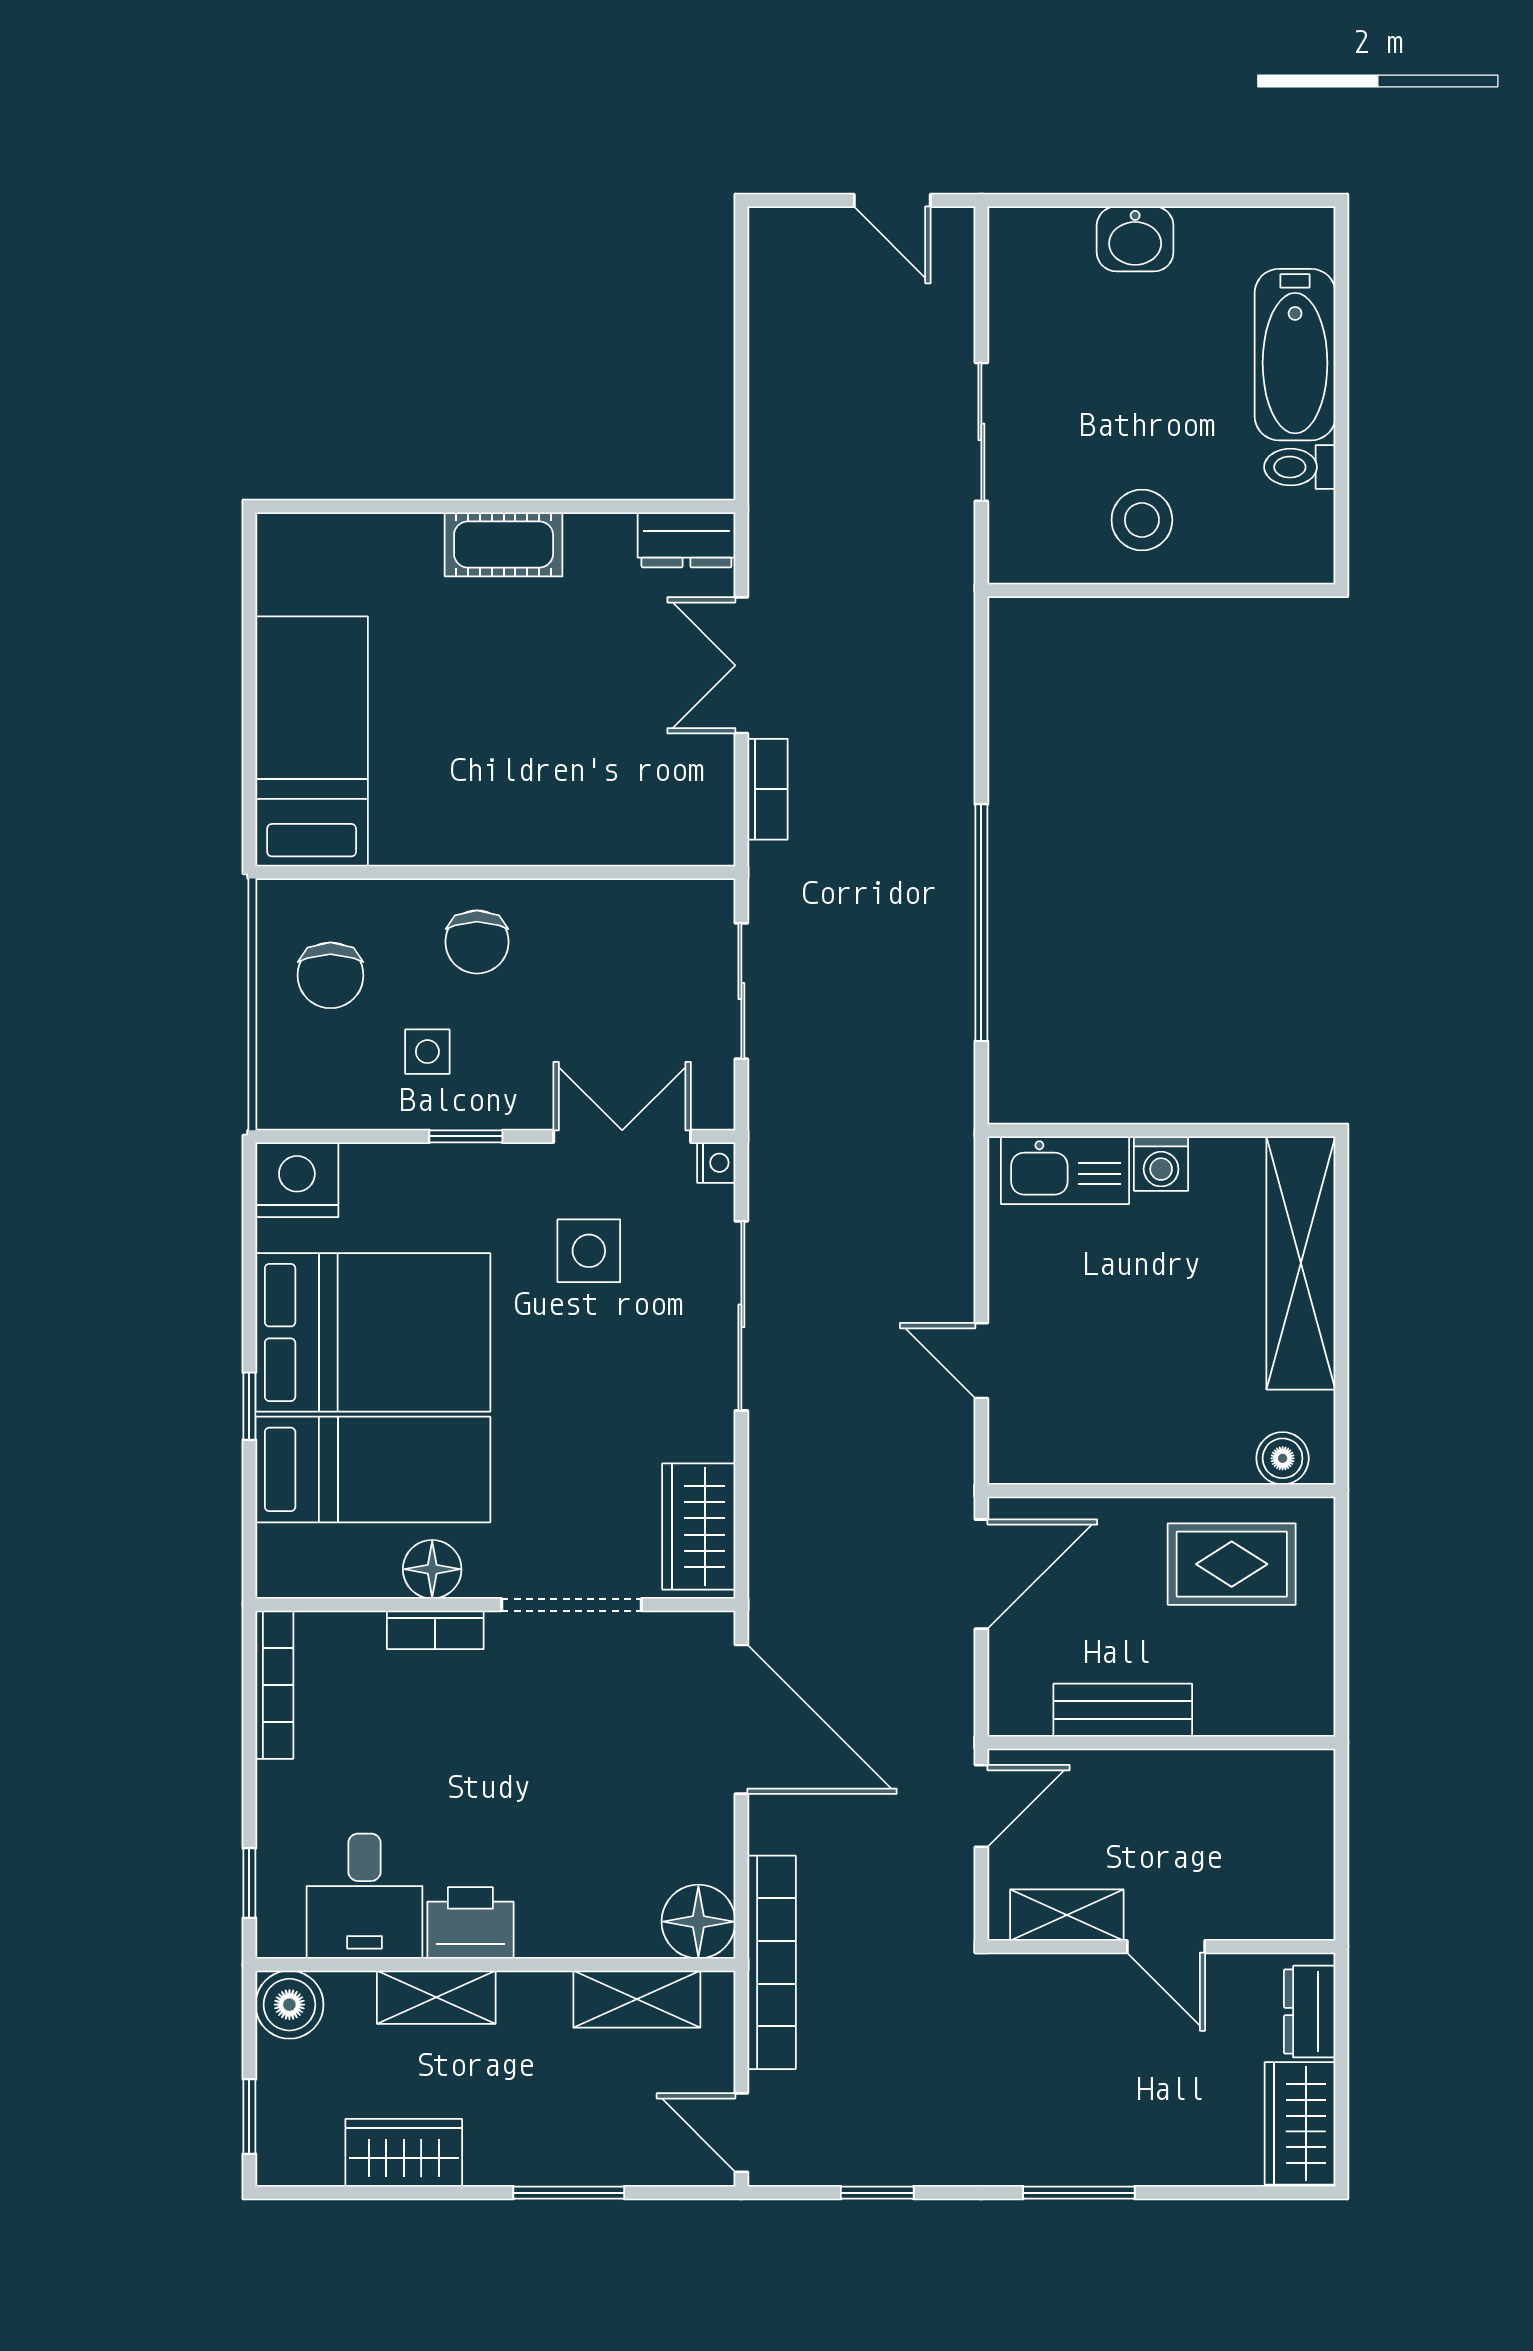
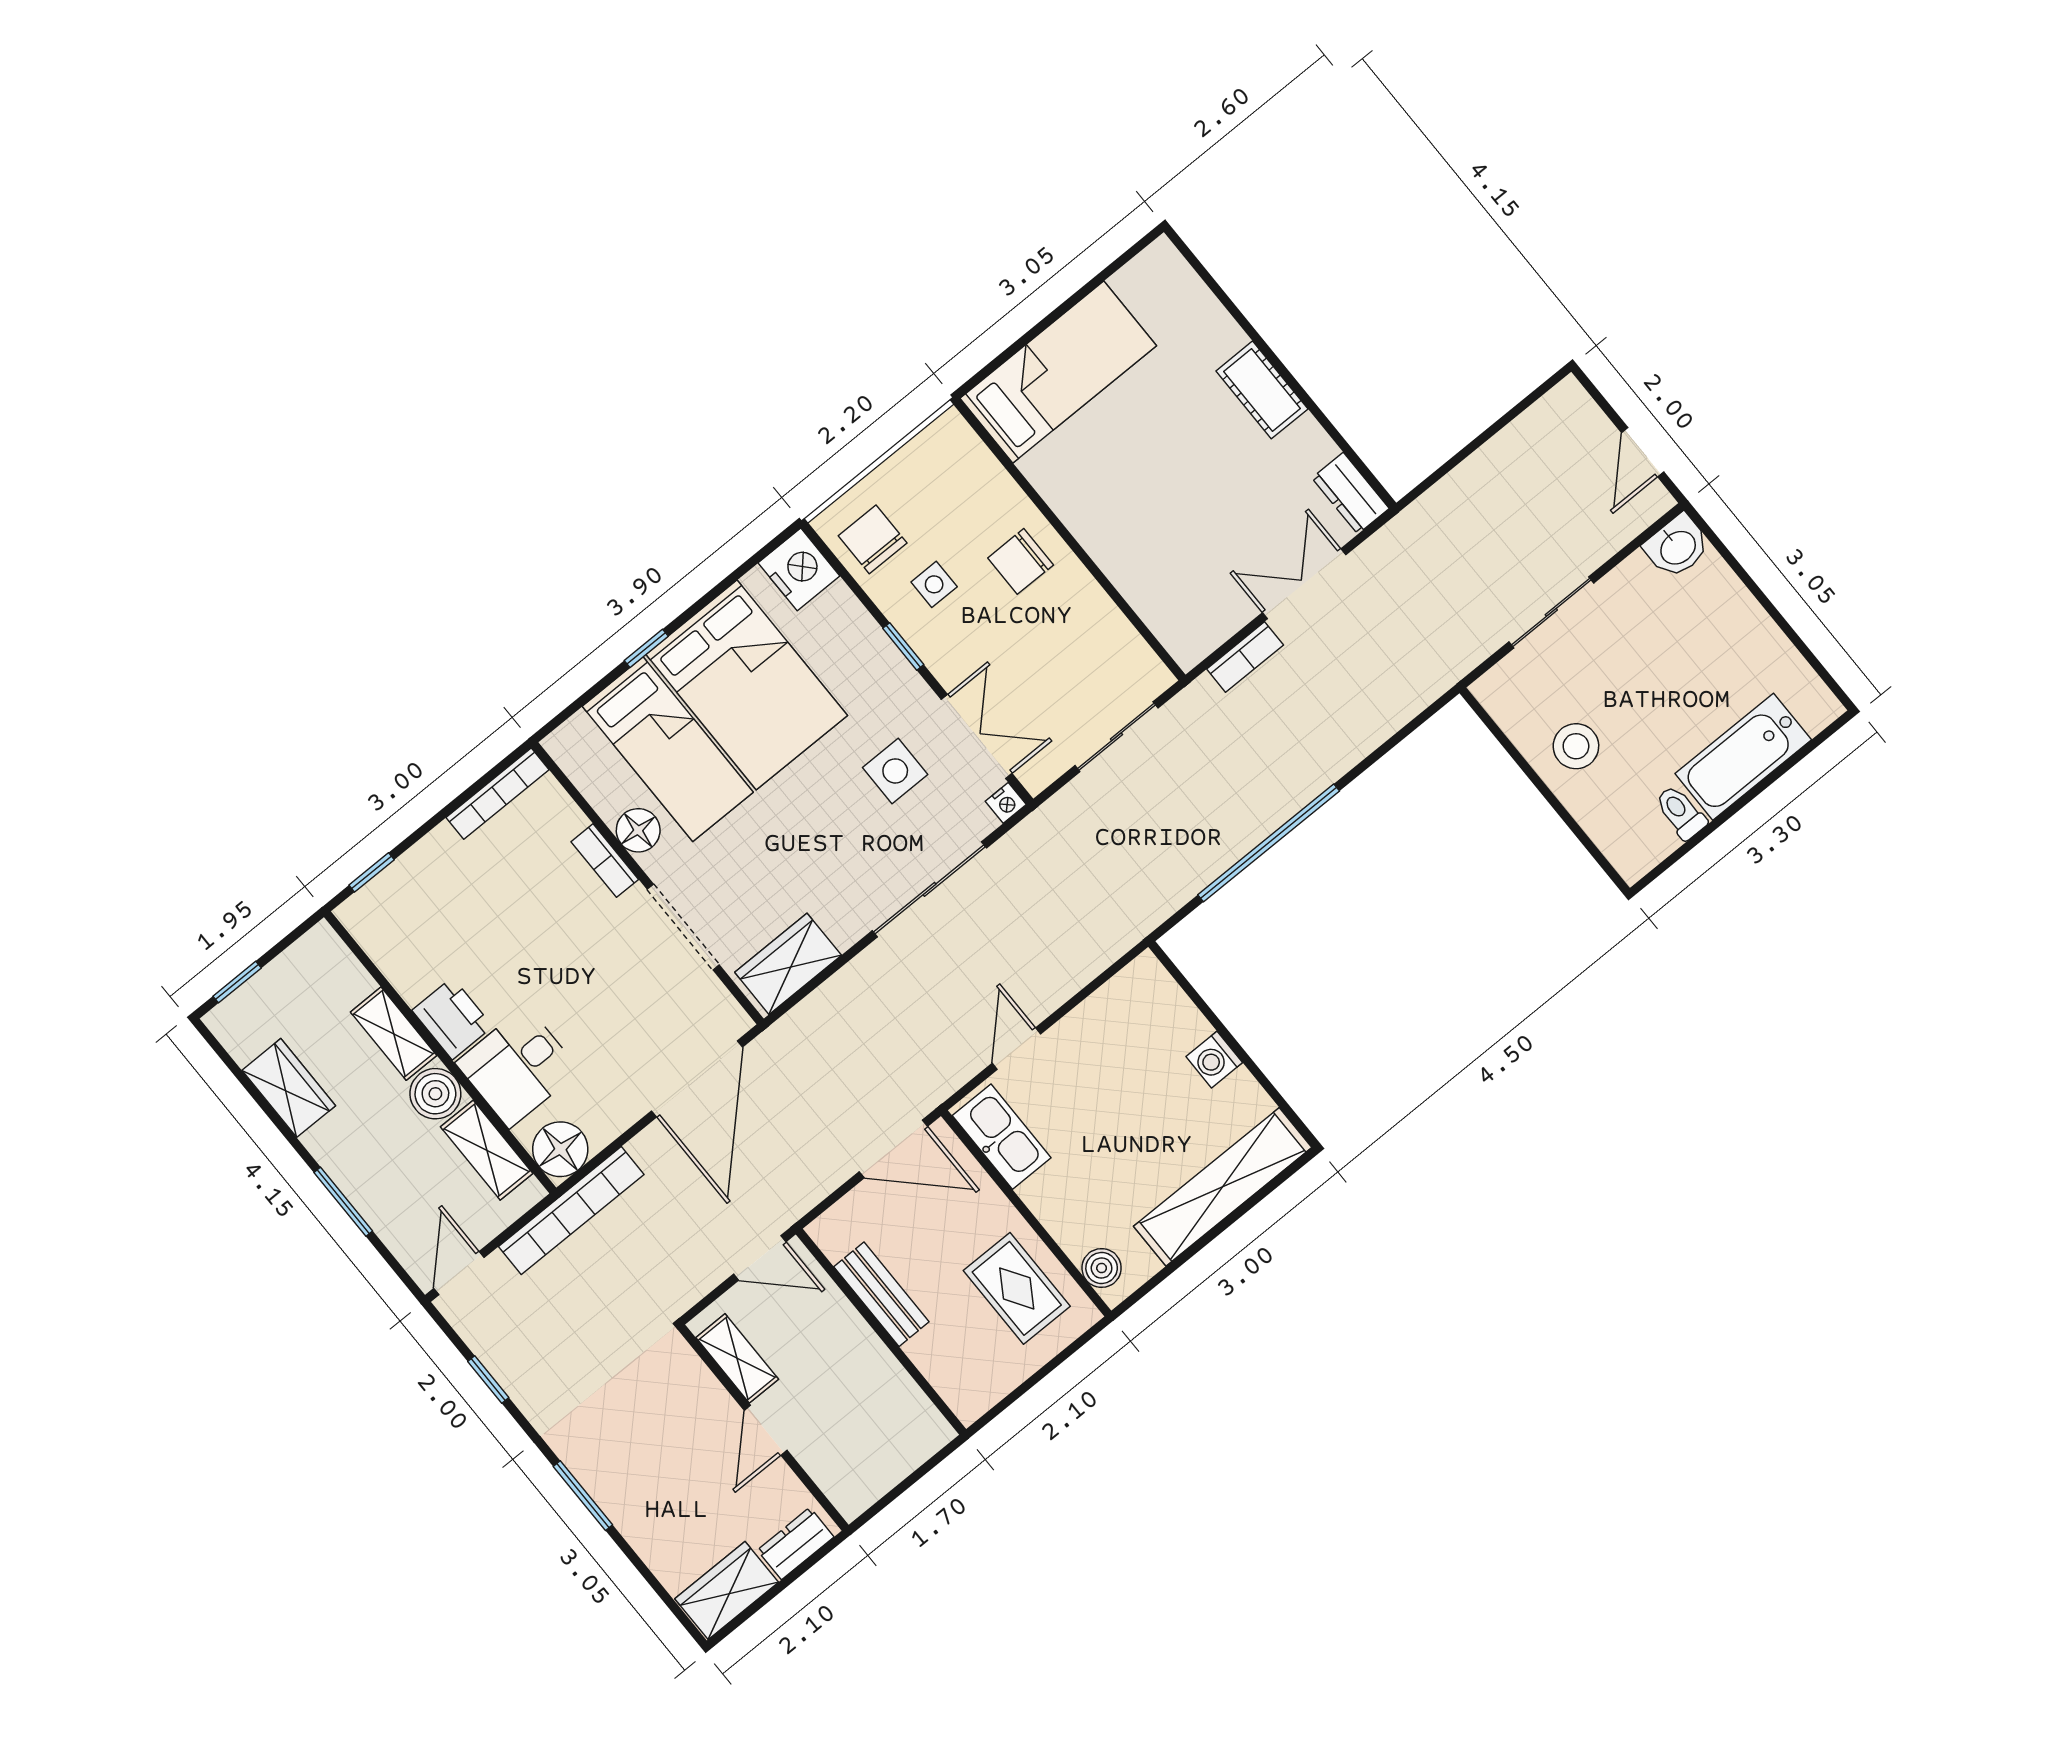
washbasin: (1135, 239) -> (1677, 547), moved, turned -90
chair: (330, 975) -> (873, 539), moved, turned 90
kitchen sink: (1065, 1170) -> (1002, 1137), moved, turned 180
desk: (365, 1896) -> (518, 1067), moved
boiler: (289, 2005) -> (435, 1094), moved

